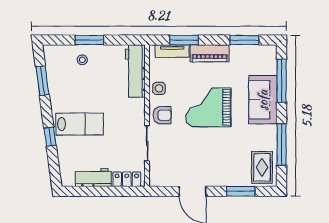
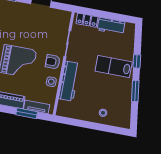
window: (89, 40) -> (95, 126), removed
workbench: (135, 71) -> (69, 81), moved
window: (42, 81) -> (135, 91), moved

